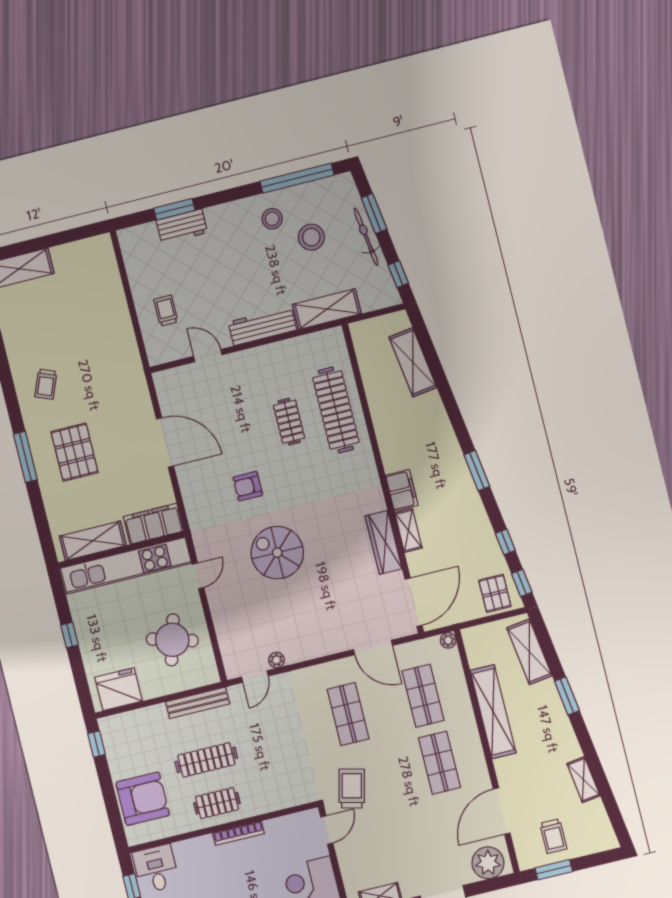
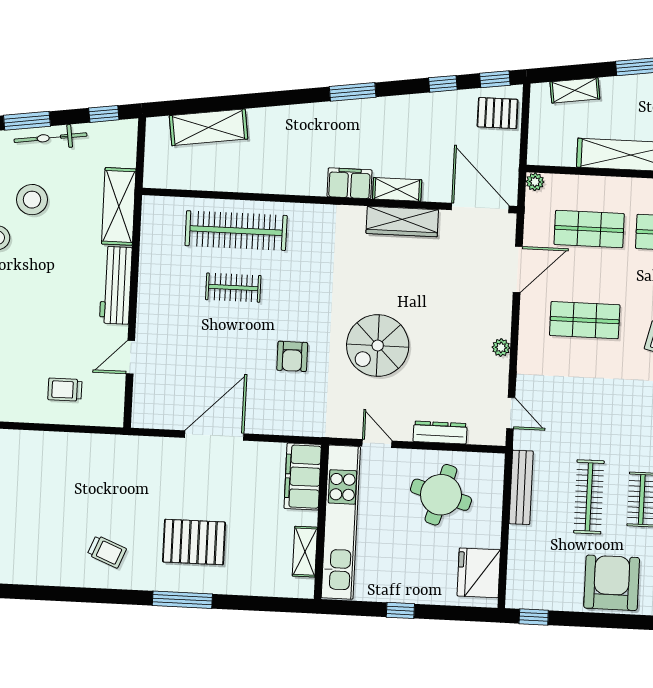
shelving: (93, 541) -> (305, 552), width x0.67, depth x0.75
dresser: (222, 624) -> (440, 433), added
shelving: (529, 652) -> (575, 90), width x0.67, depth x0.75
plant: (276, 660) -> (501, 348), moved

